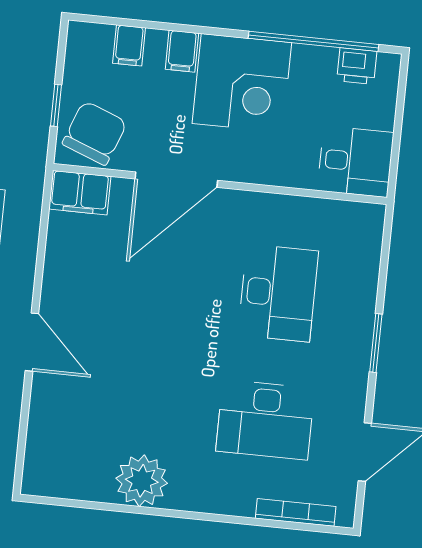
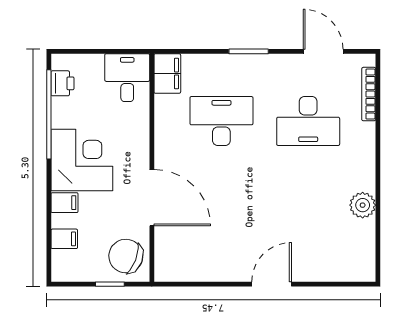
filing cabinet: (80, 193) -> (167, 73), moved
desk: (265, 420) -> (308, 121), turned 90
plant: (142, 481) -> (363, 205), width x0.73, depth x0.73

